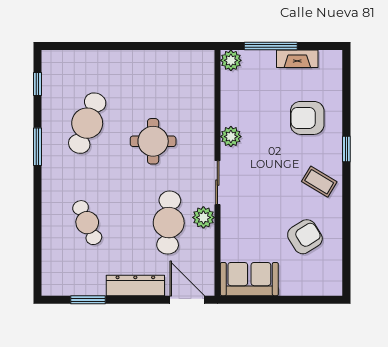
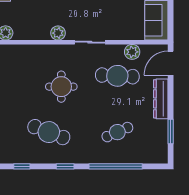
window: (37, 147) -> (65, 166), width x0.67
plant: (203, 217) -> (132, 52), moved
window: (37, 220) -> (116, 166), added

